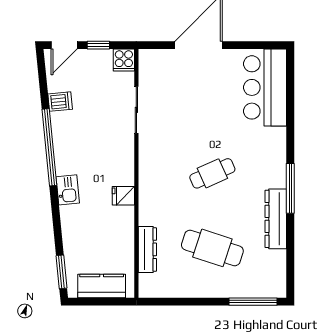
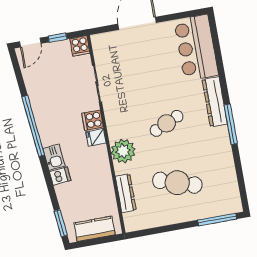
dishwasher: (60, 102) -> (60, 176), moved
cooker: (123, 153) -> (93, 120), added
fridge: (123, 196) -> (96, 137), moved
plant: (153, 198) -> (123, 151), added
dresser: (276, 219) -> (215, 102), moved

